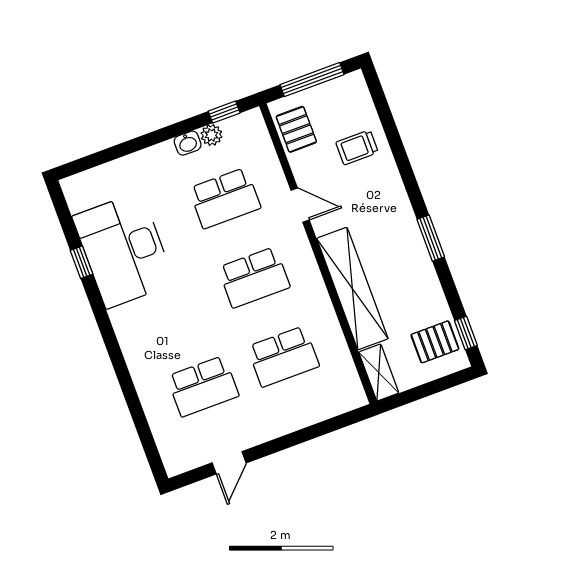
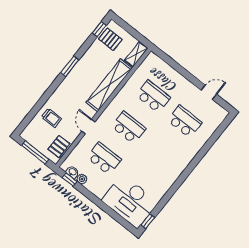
washbasin: (188, 143) -> (72, 172), moved
desk: (124, 250) -> (130, 201), moved, turned 90
window: (82, 262) -> (148, 221), moved

